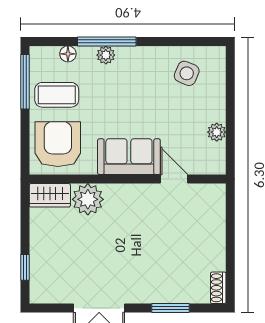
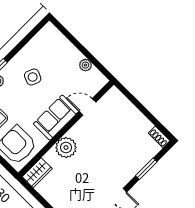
side table: (187, 73) -> (33, 77), moved
plant: (88, 199) -> (66, 147), moved

